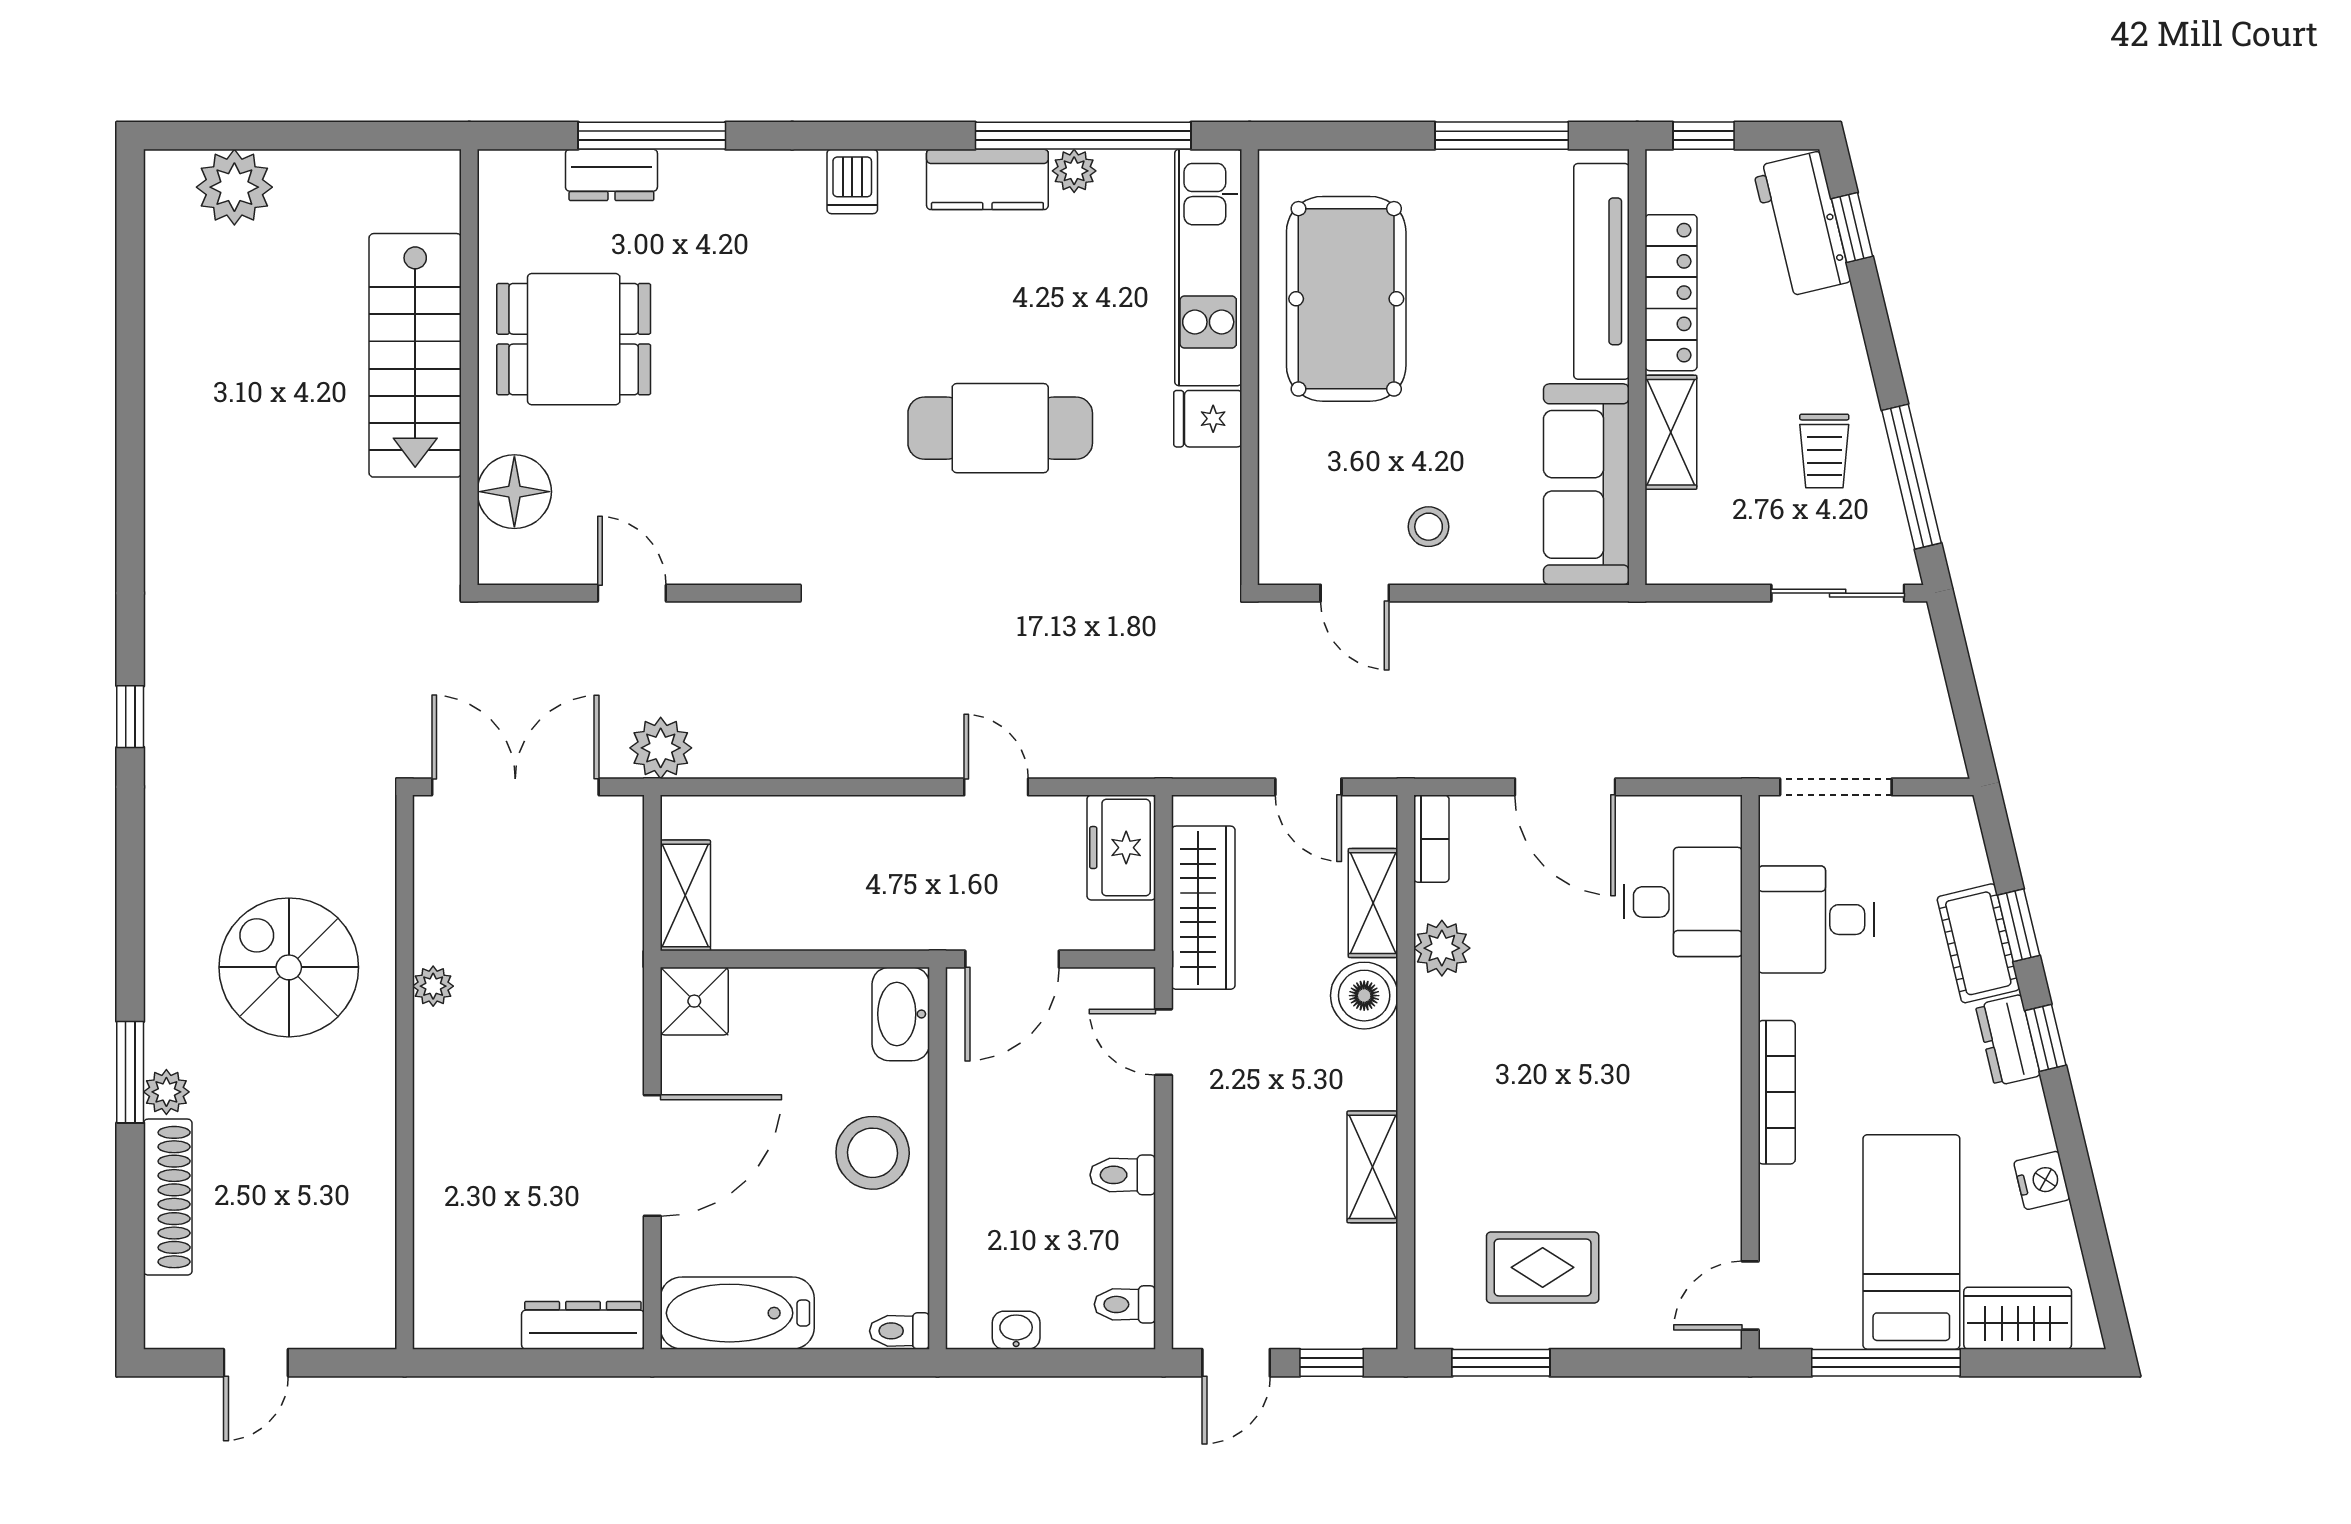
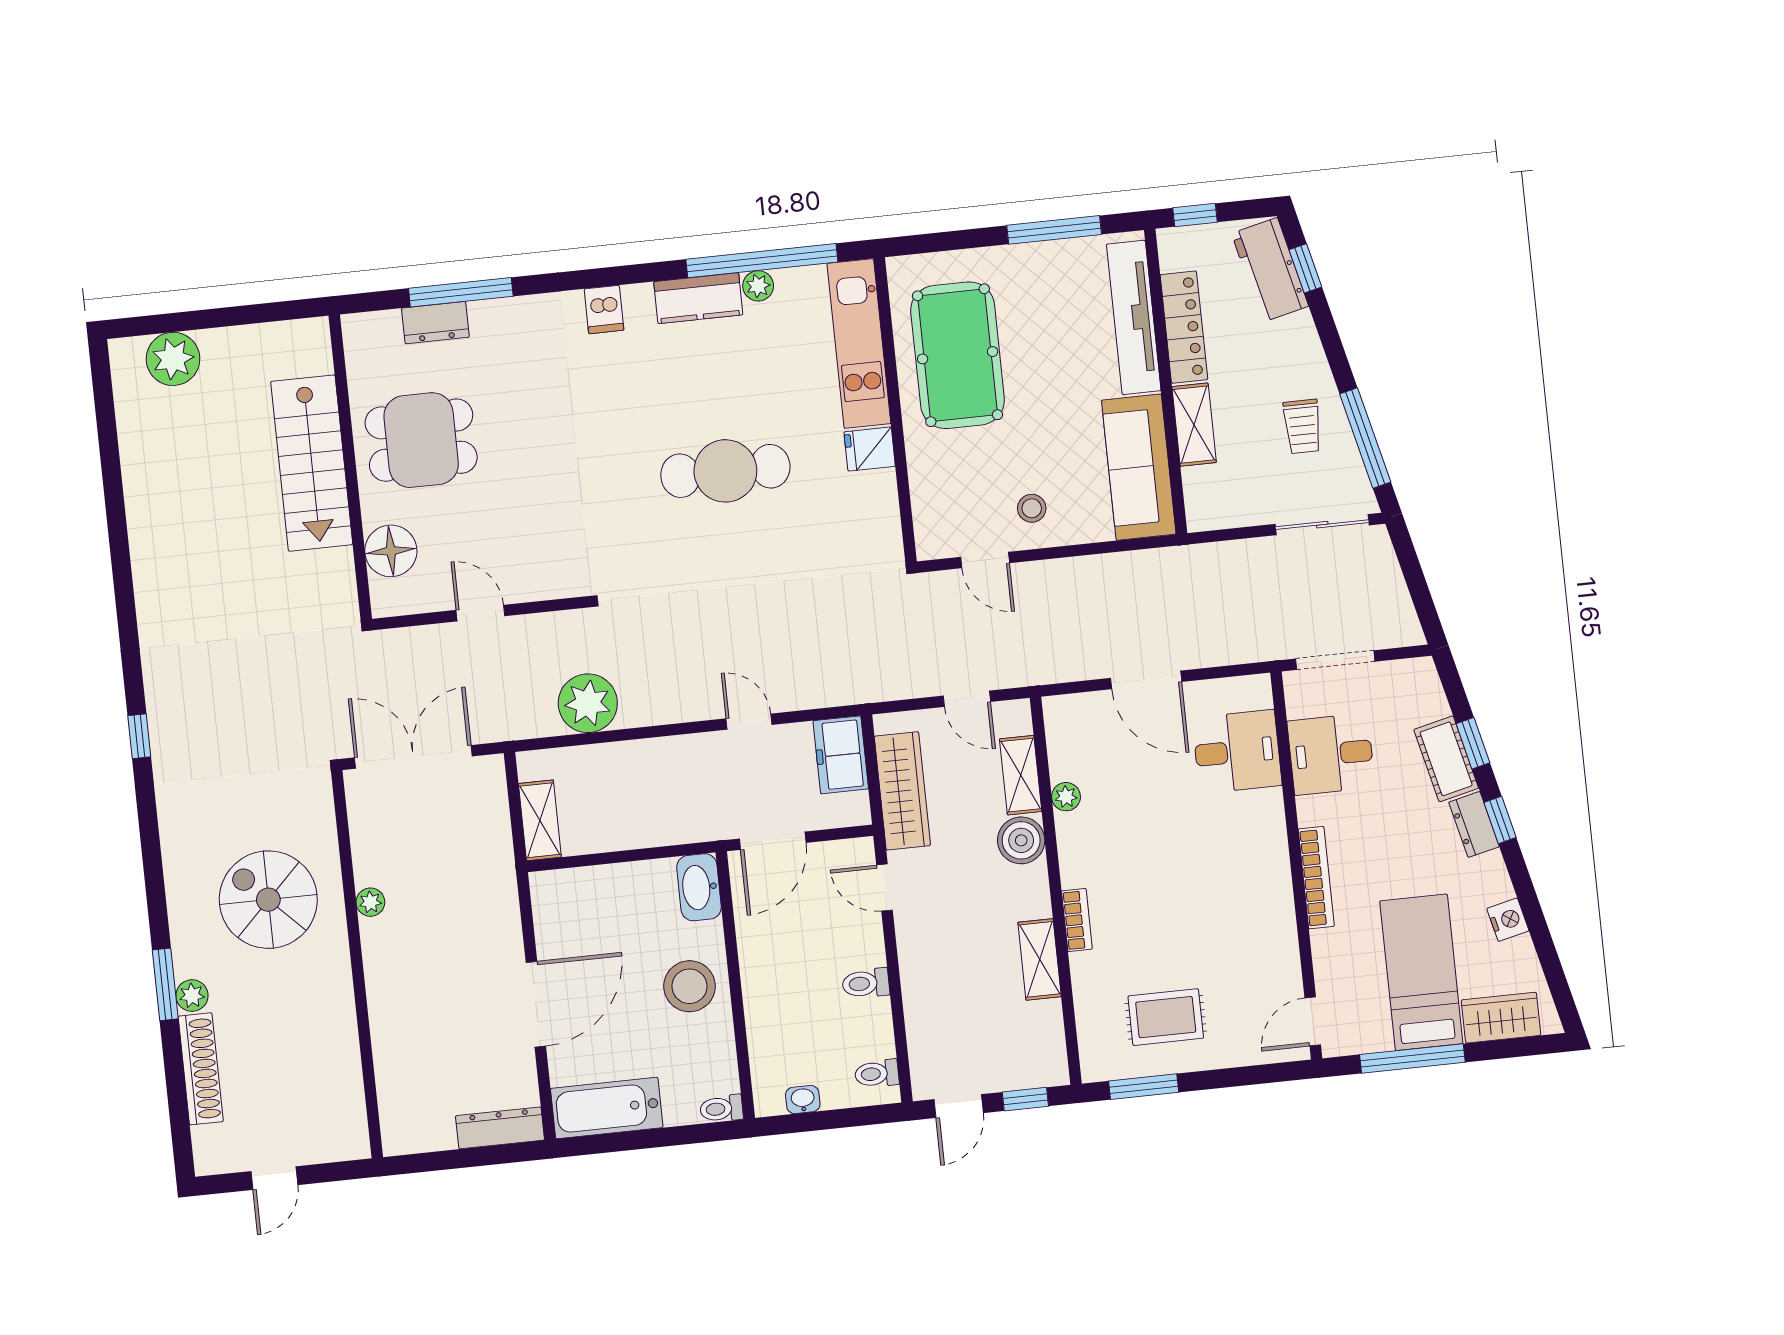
plant: (661, 748) -> (588, 703), moved, width x1.36, depth x1.36
bookcase: (1431, 839) -> (1077, 920), moved
plant: (1442, 948) -> (1066, 797), width x0.73, depth x0.73
shower: (694, 1001) -> (554, 893), removed

